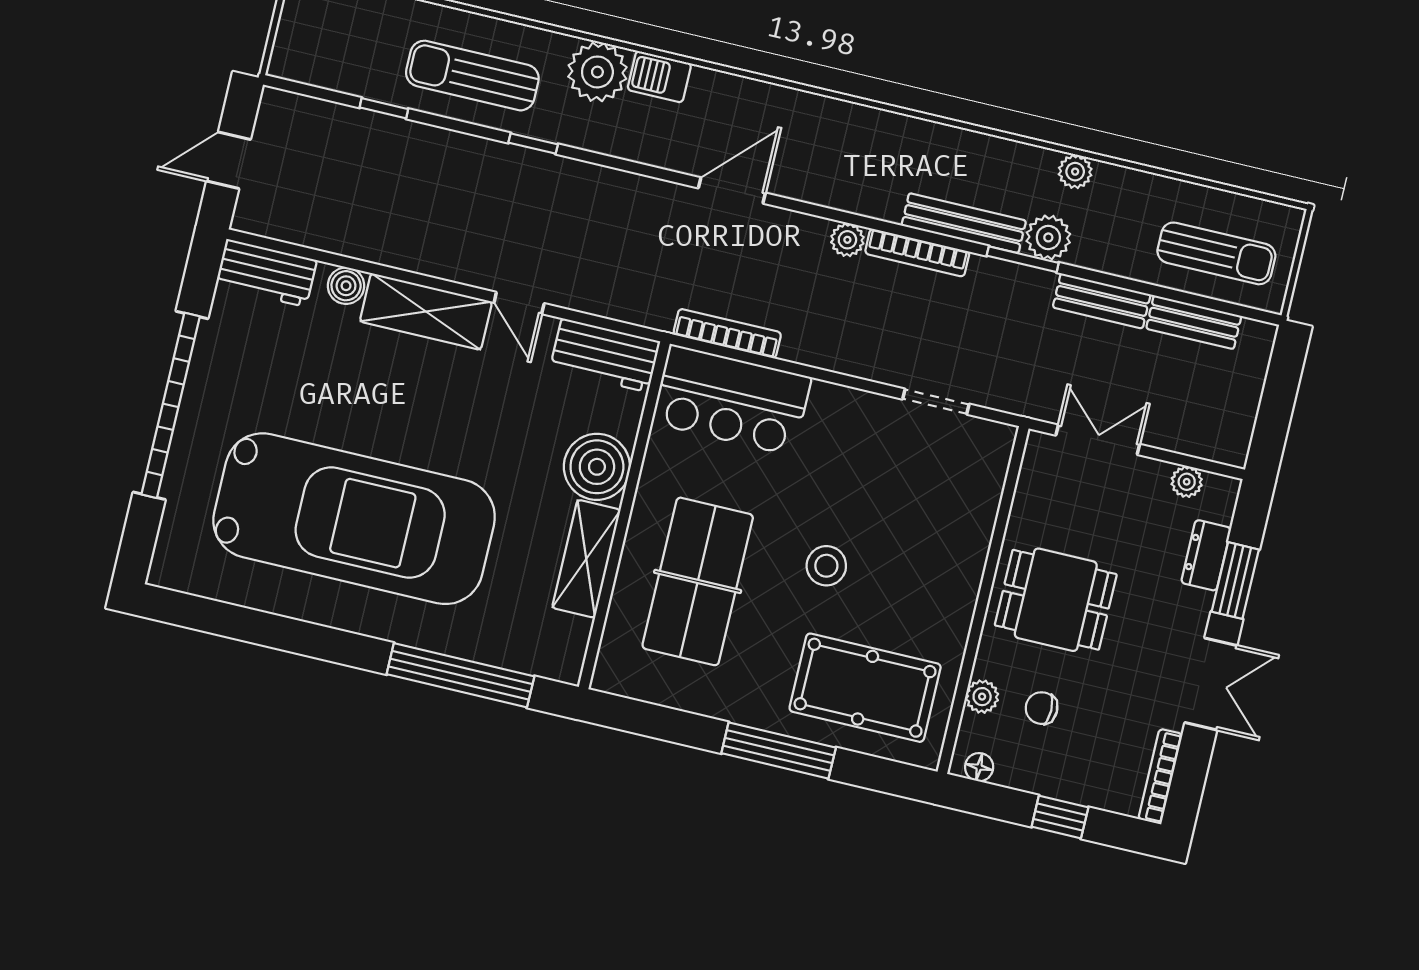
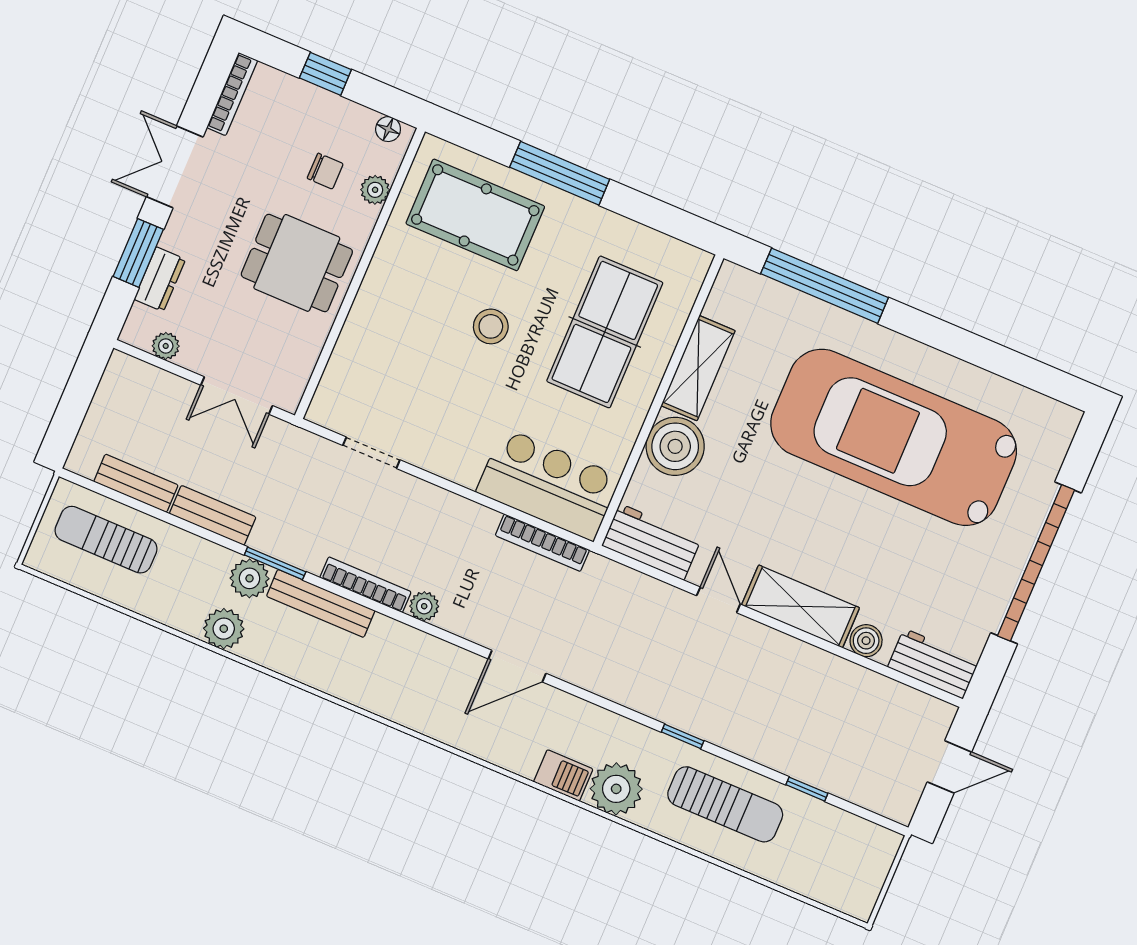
plant: (1075, 172) -> (224, 629), width x1.38, depth x1.38

